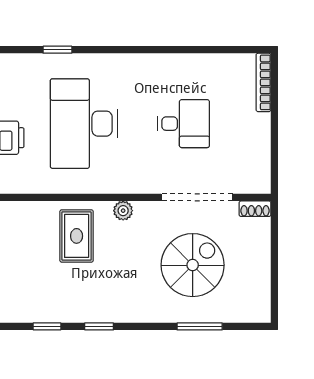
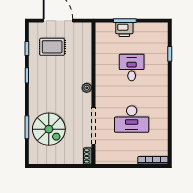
desk: (84, 124) -> (132, 68), width x0.53, depth x0.77
desk: (184, 124) -> (132, 119), width x1.37
rug: (77, 236) -> (52, 47), moved
spiral stairs: (193, 265) -> (49, 129), moved

